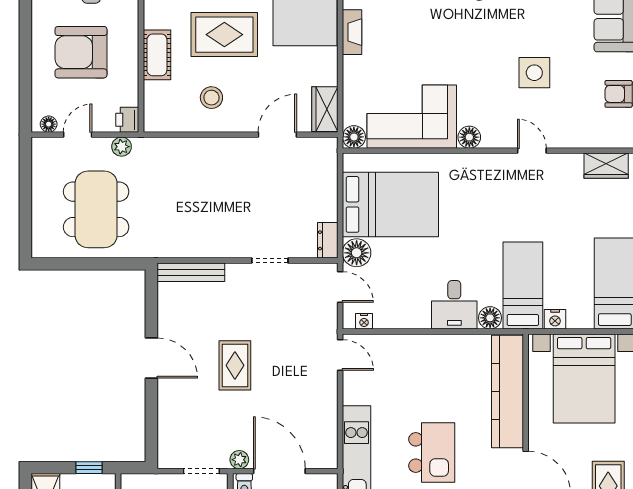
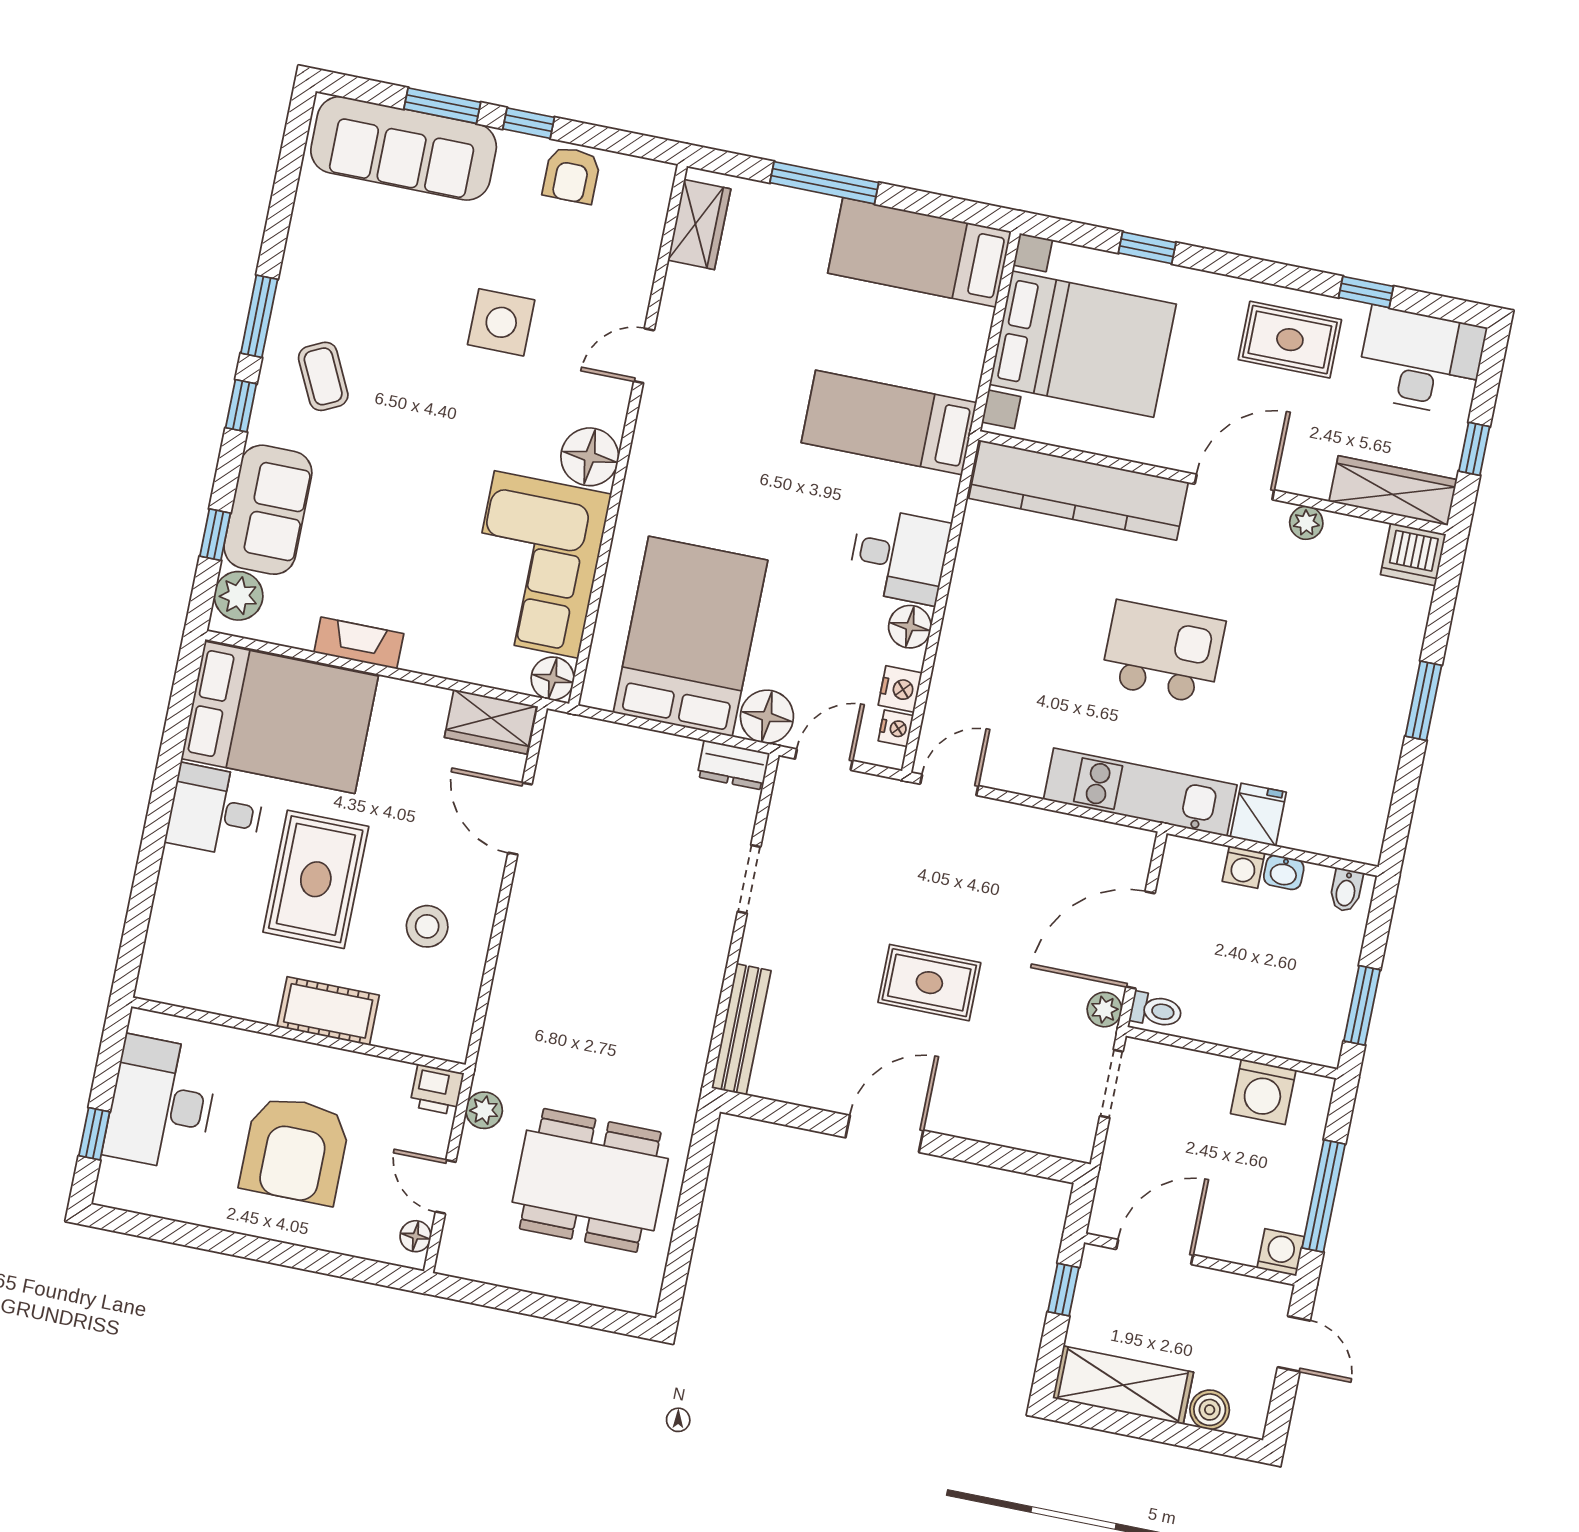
floor lamp: (469, 137) -> (590, 457), width x1.38, depth x1.38
floor lamp: (490, 318) -> (910, 627), moved
nightstand: (555, 319) -> (900, 689), moved

